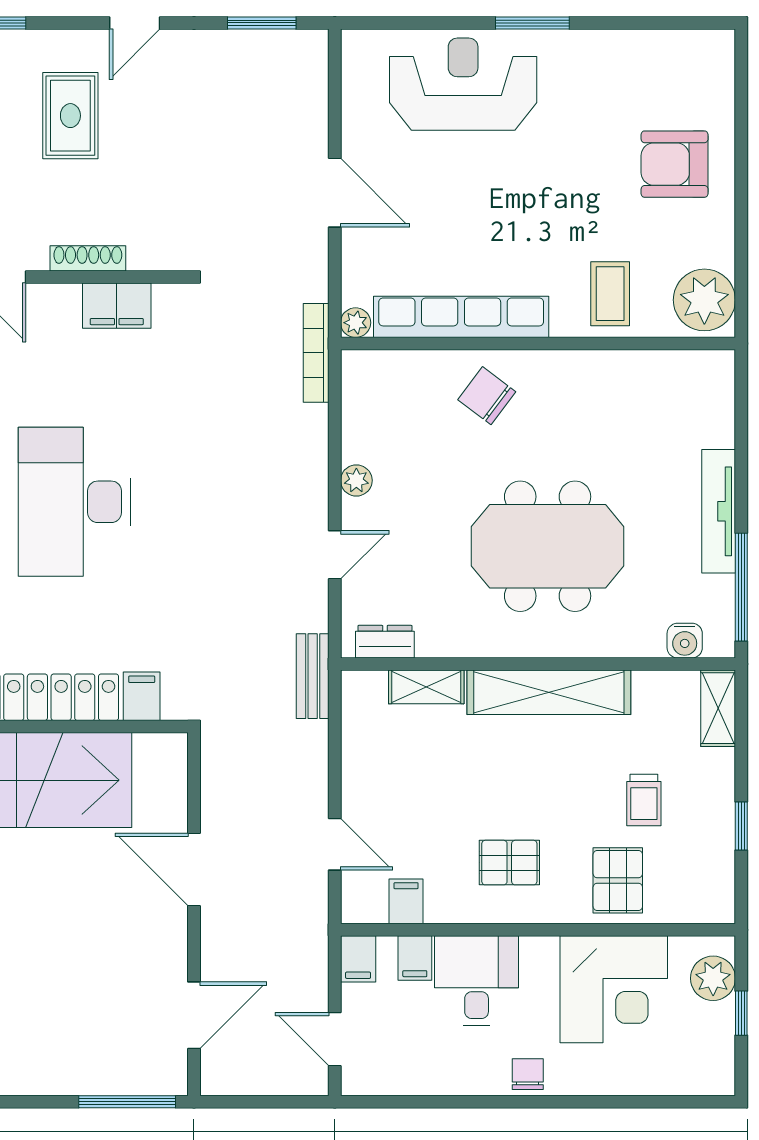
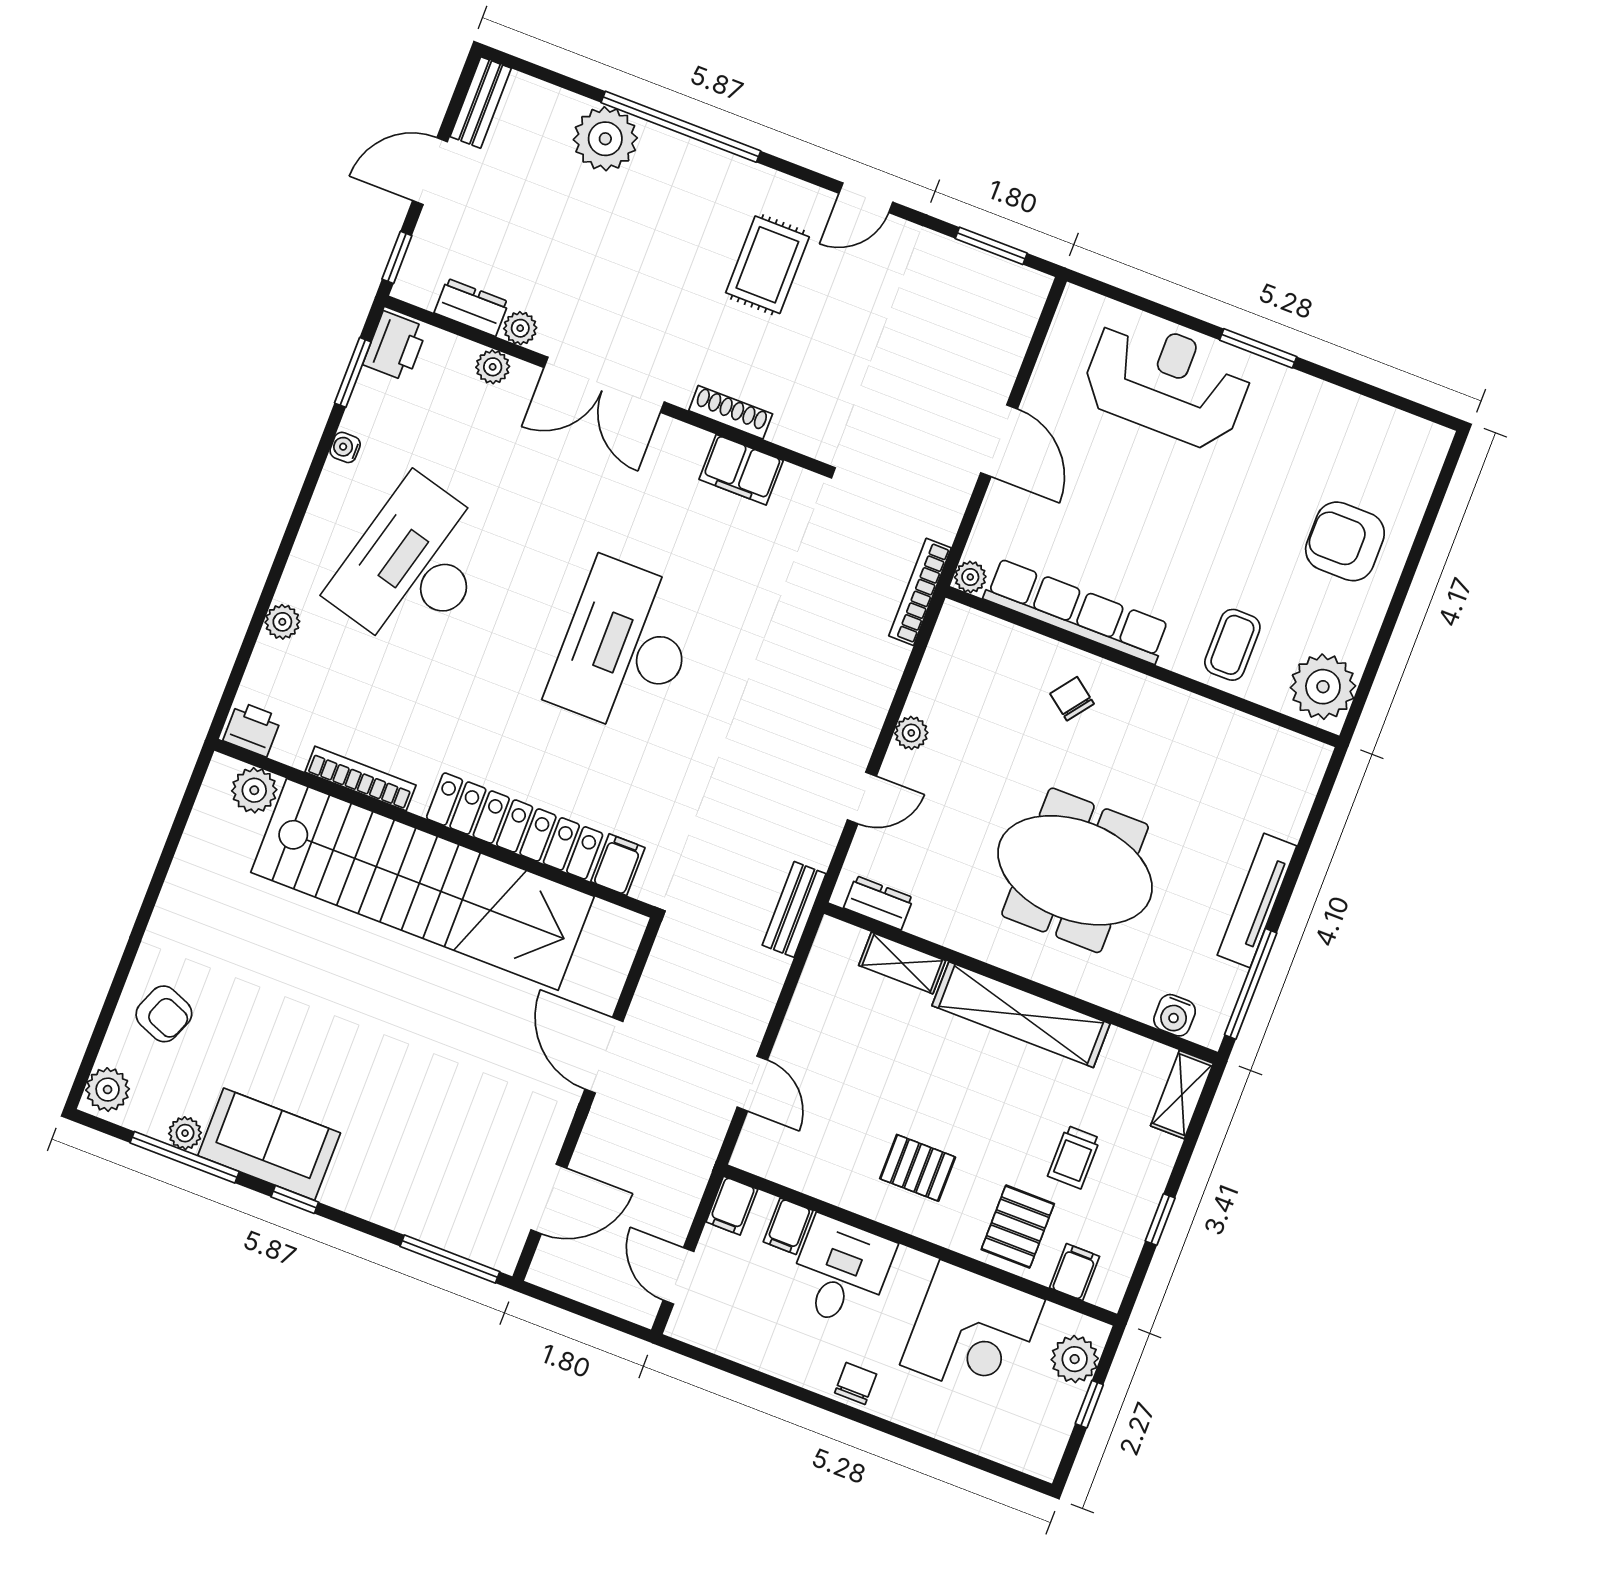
chair: (487, 396) -> (1072, 699), width x0.73, depth x0.73
filing cabinet: (406, 901) -> (1075, 1272), moved

